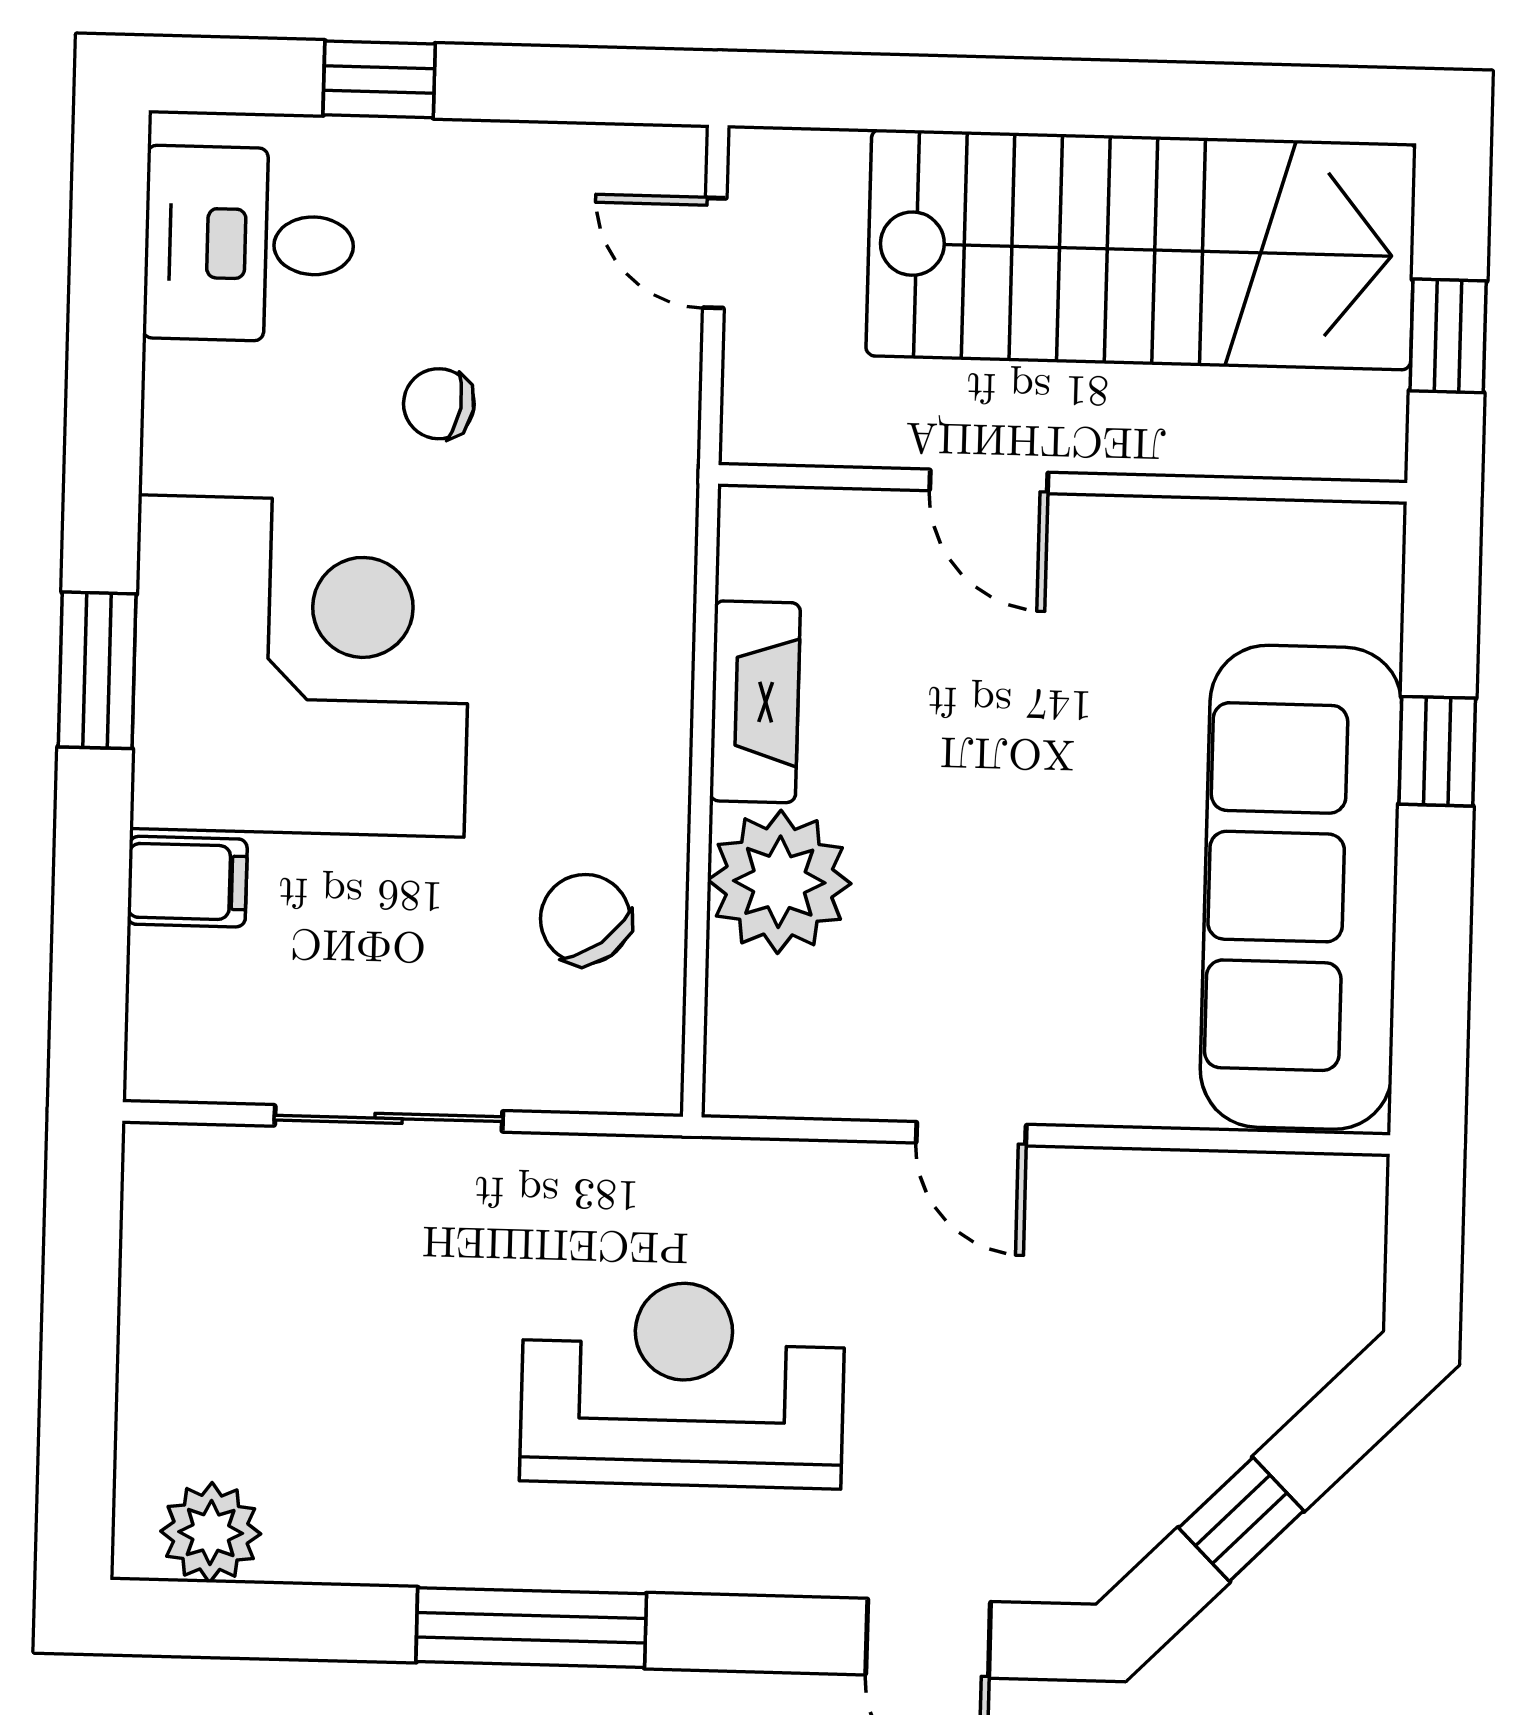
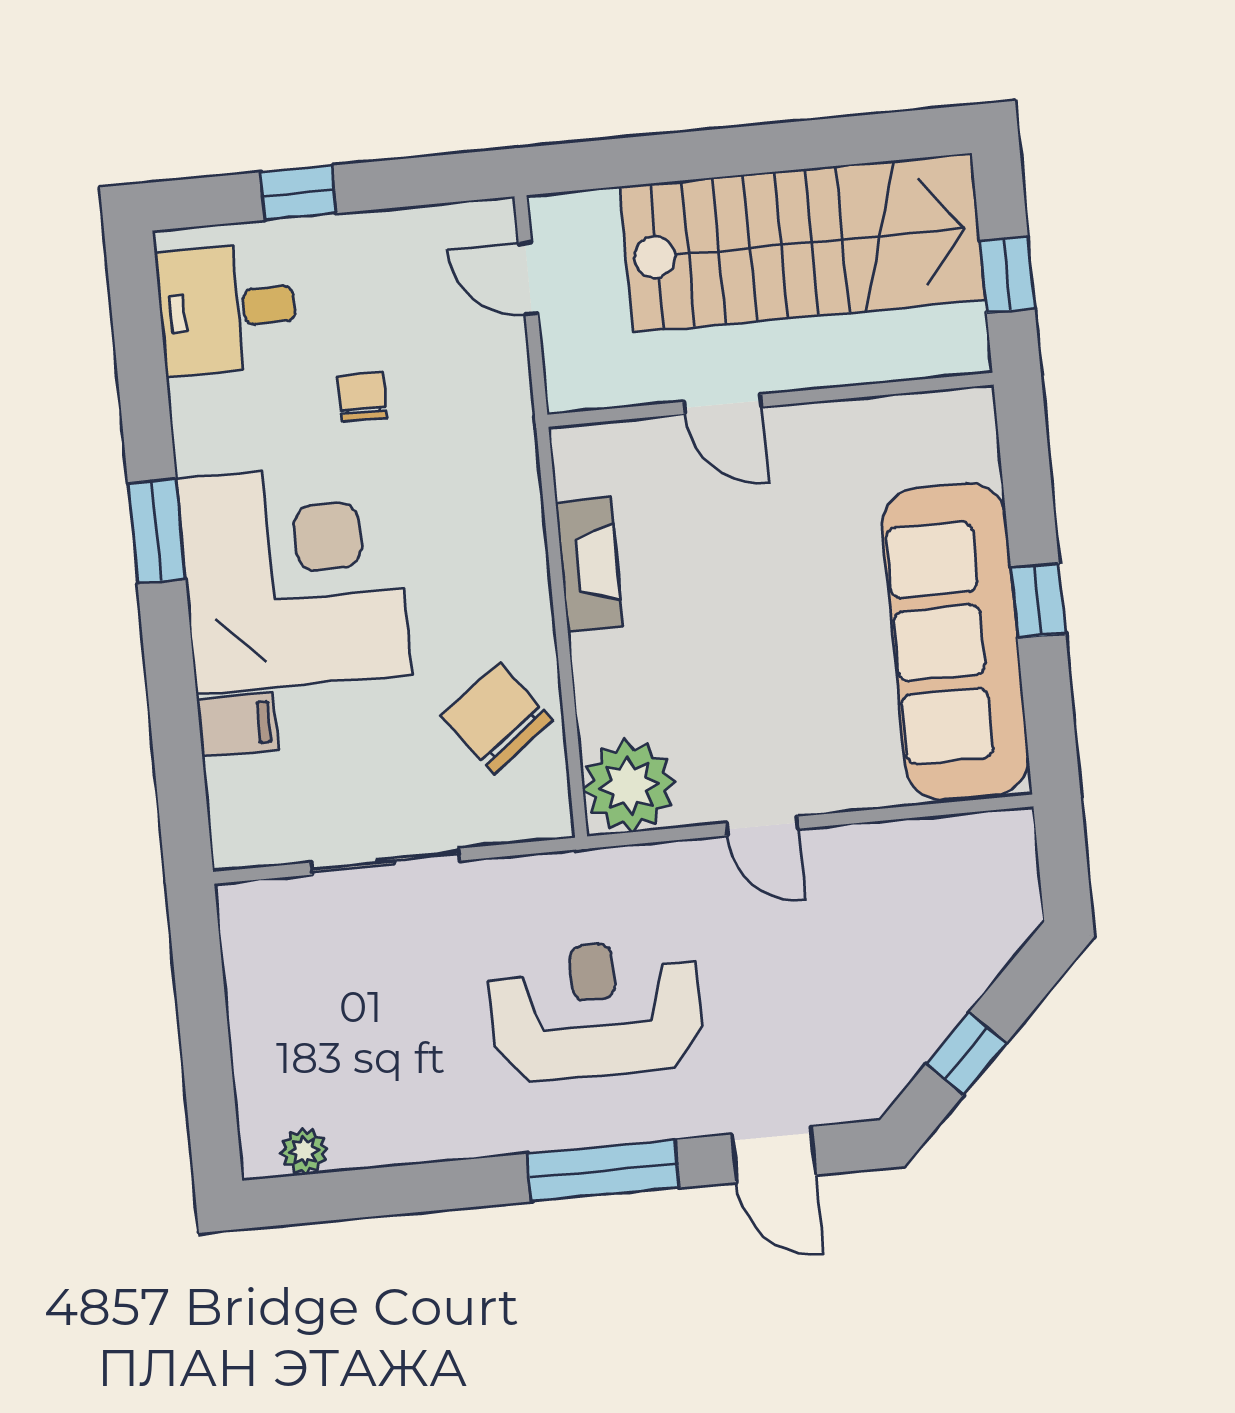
chair: (439, 404) -> (362, 397), turned 81
window: (97, 670) -> (157, 531), moved
window: (1437, 751) -> (1038, 601), moved
plant: (779, 882) -> (629, 786), moved
chair: (585, 919) -> (497, 718), width x1.37, depth x1.37
plant: (211, 1532) -> (304, 1151), width x0.73, depth x0.73
window: (531, 1628) -> (603, 1171), moved

